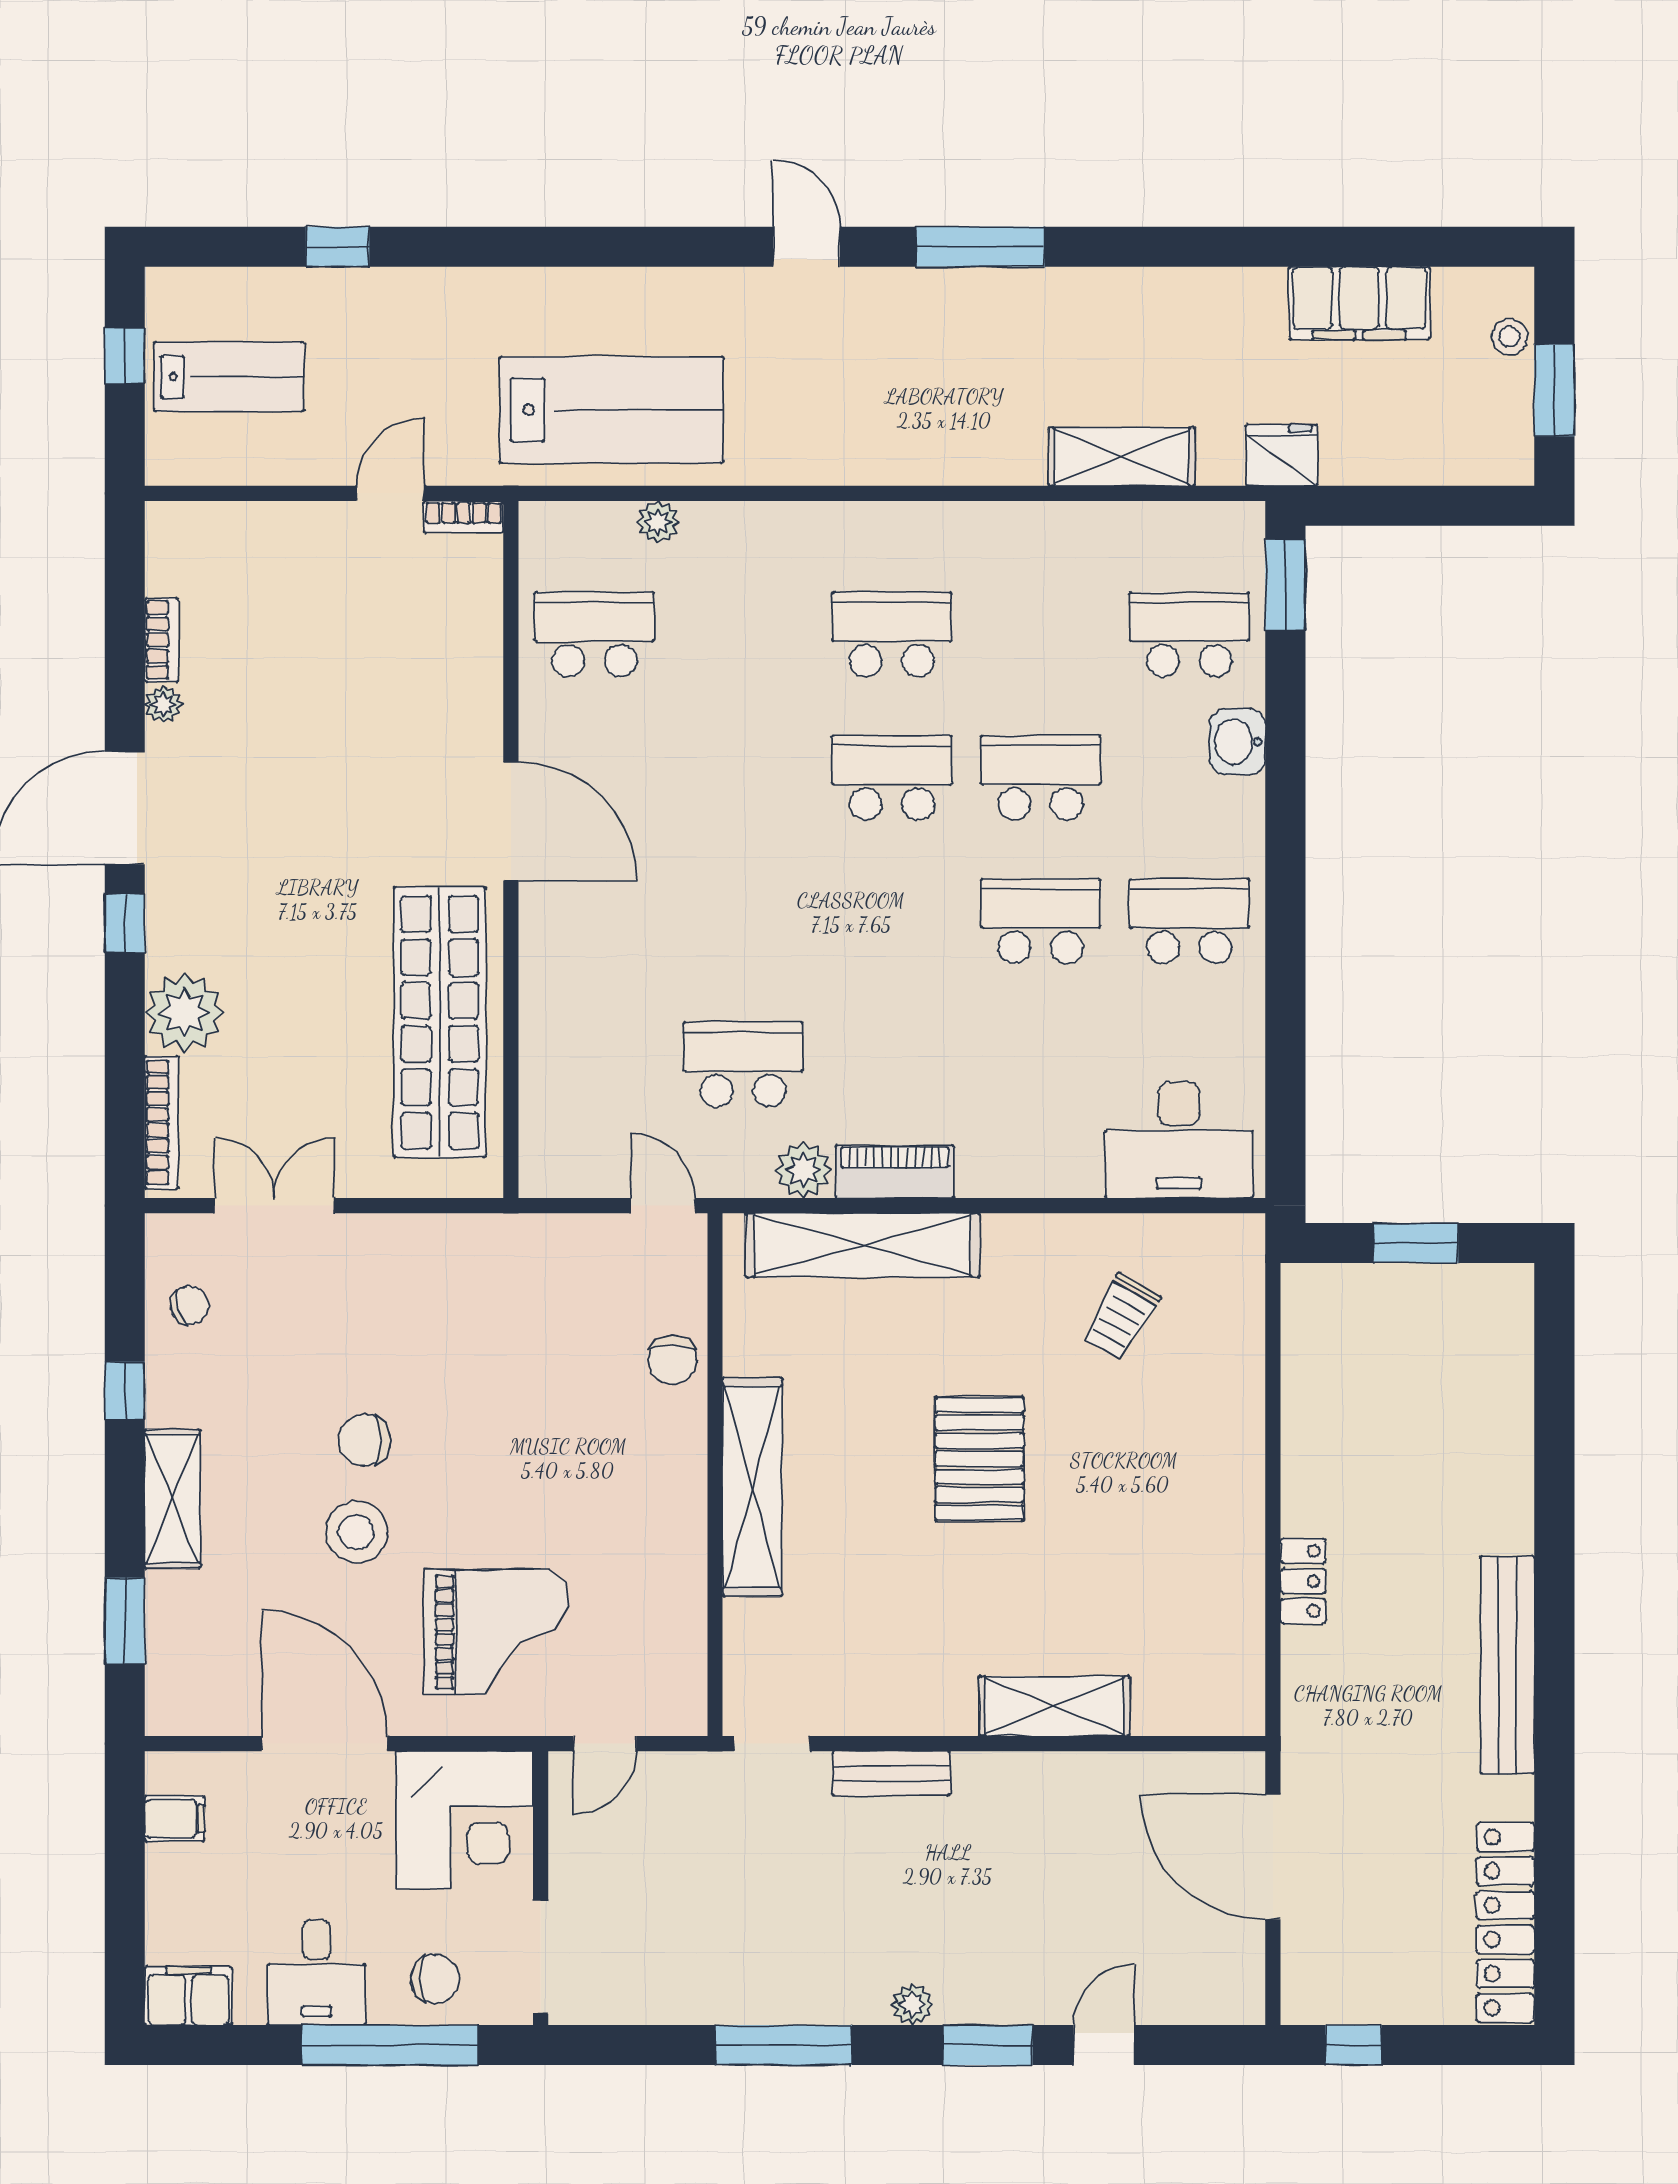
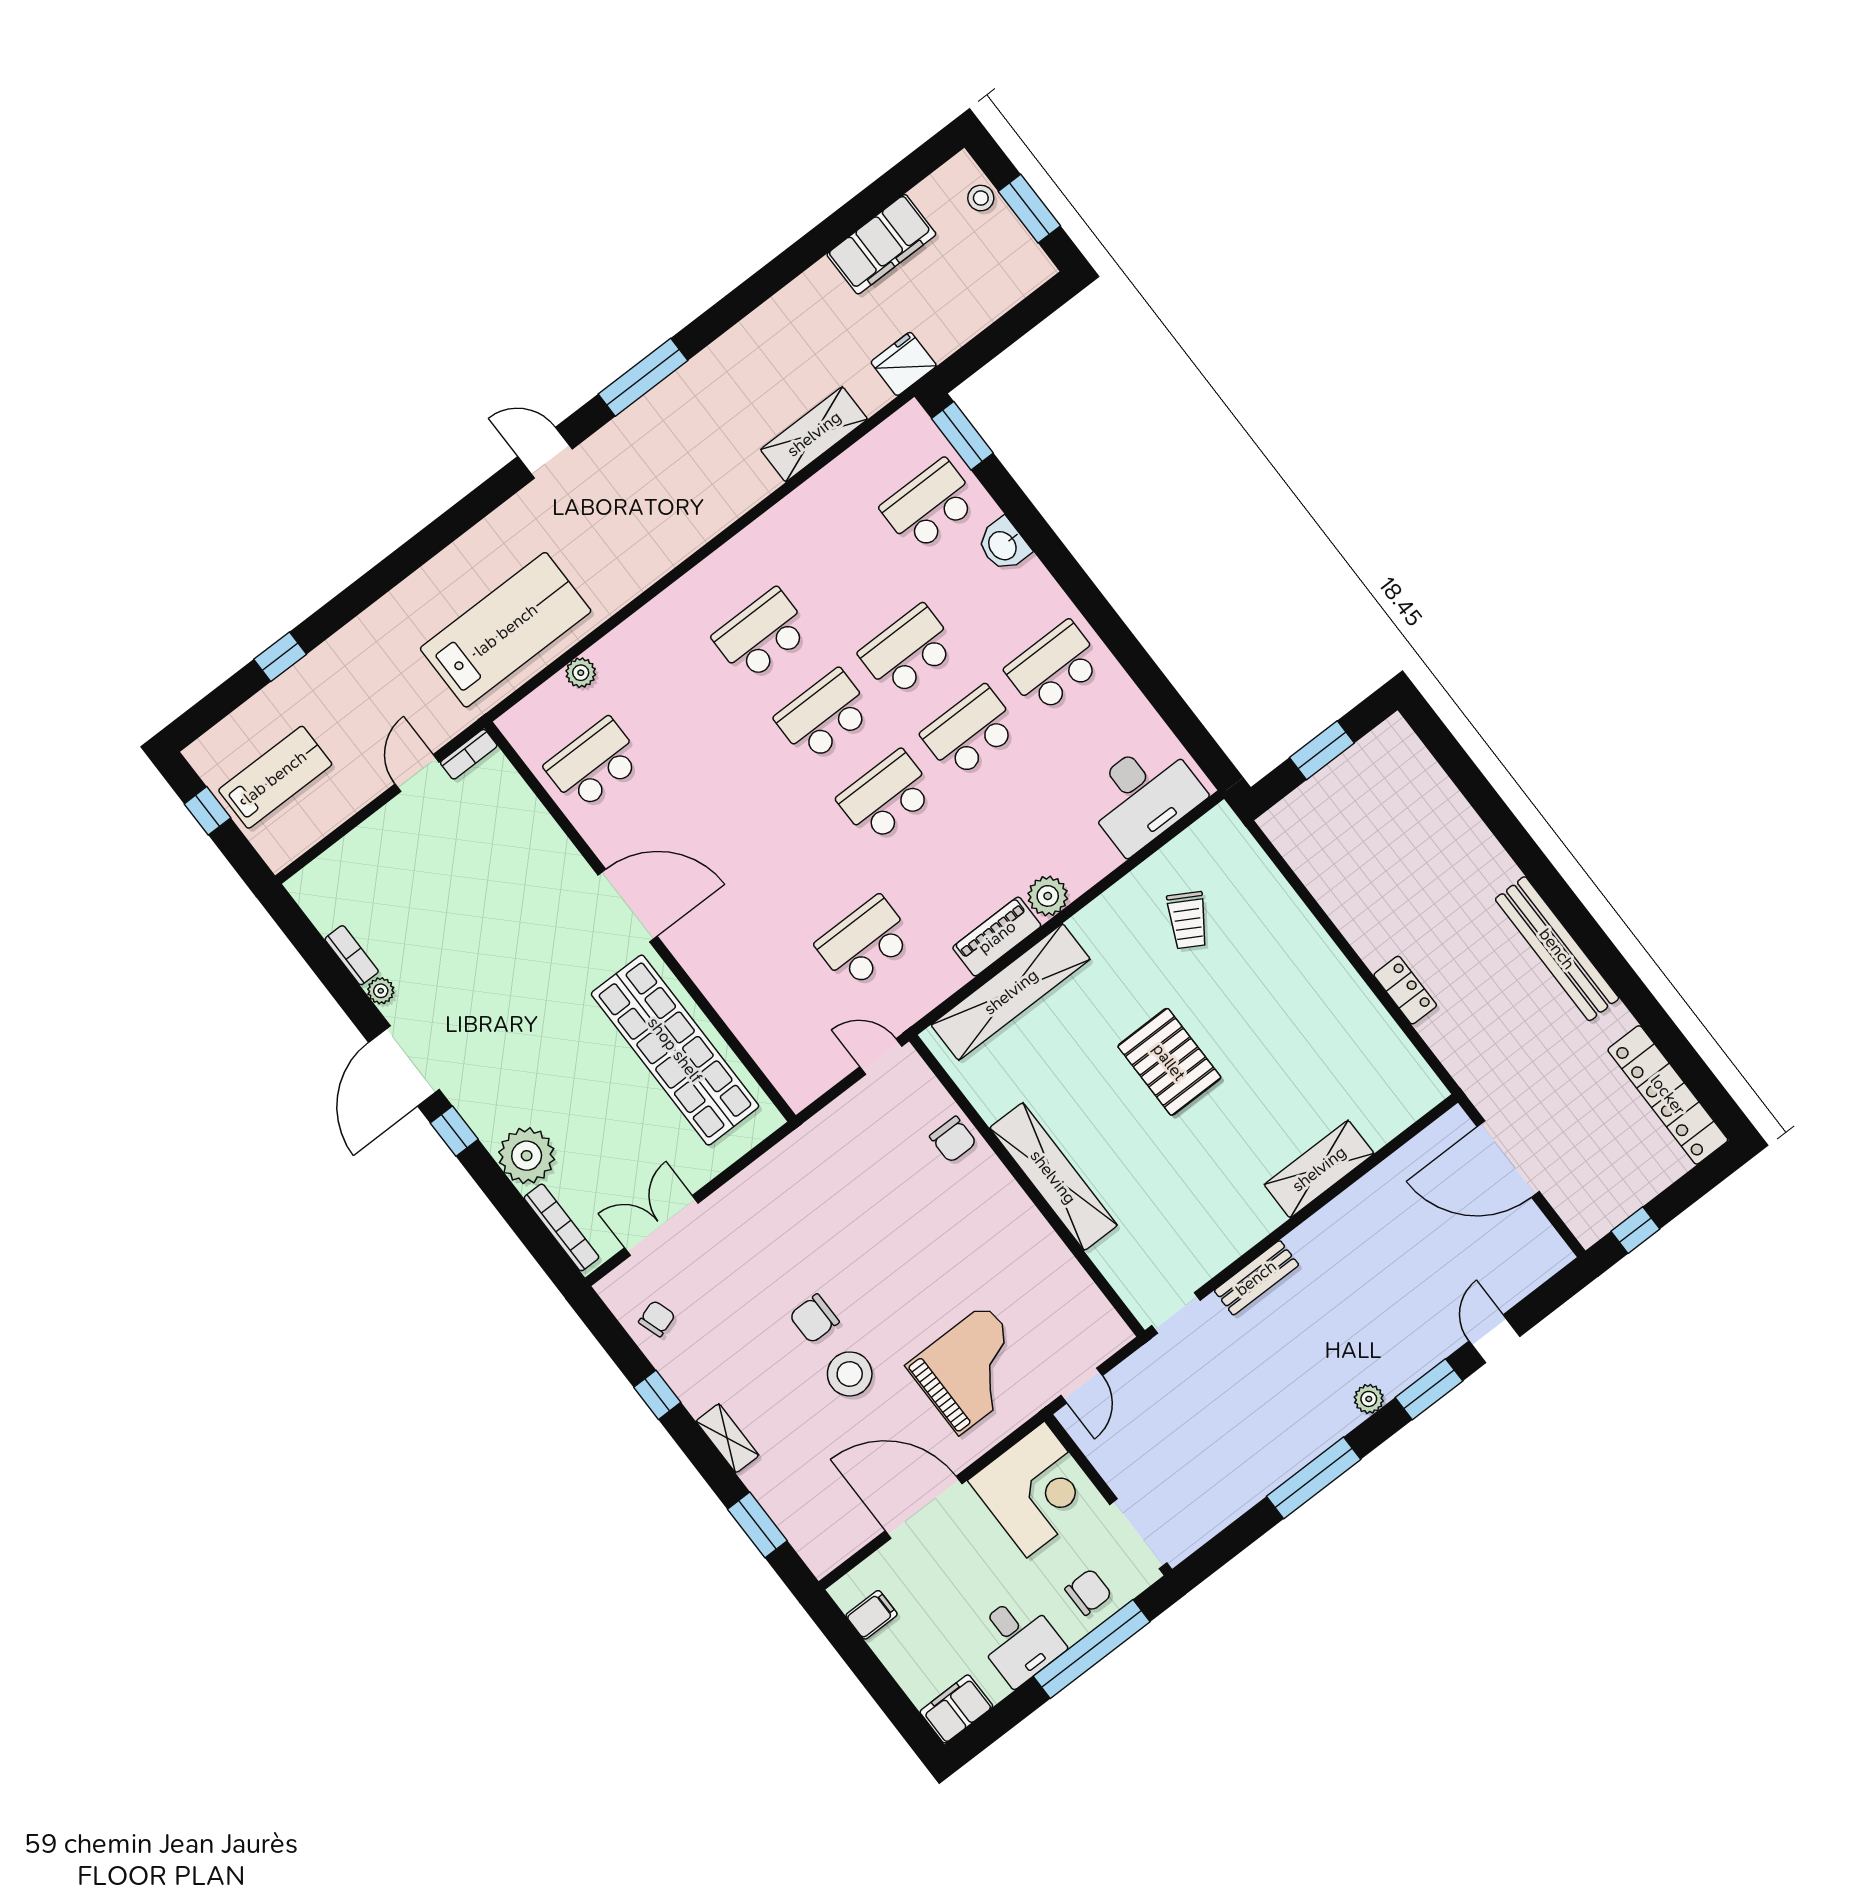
school desk: (892, 921) -> (886, 796), added
plant: (803, 1170) -> (1048, 896), moved
shelving: (172, 1499) -> (727, 1438), width x0.67, depth x0.75

